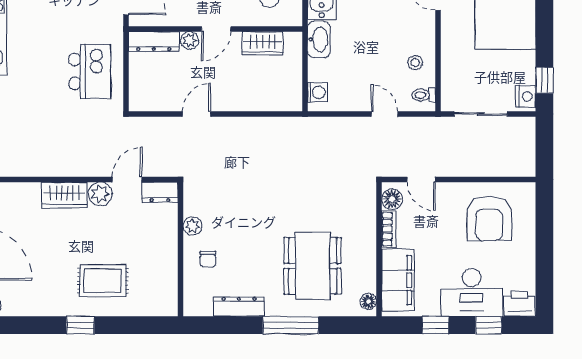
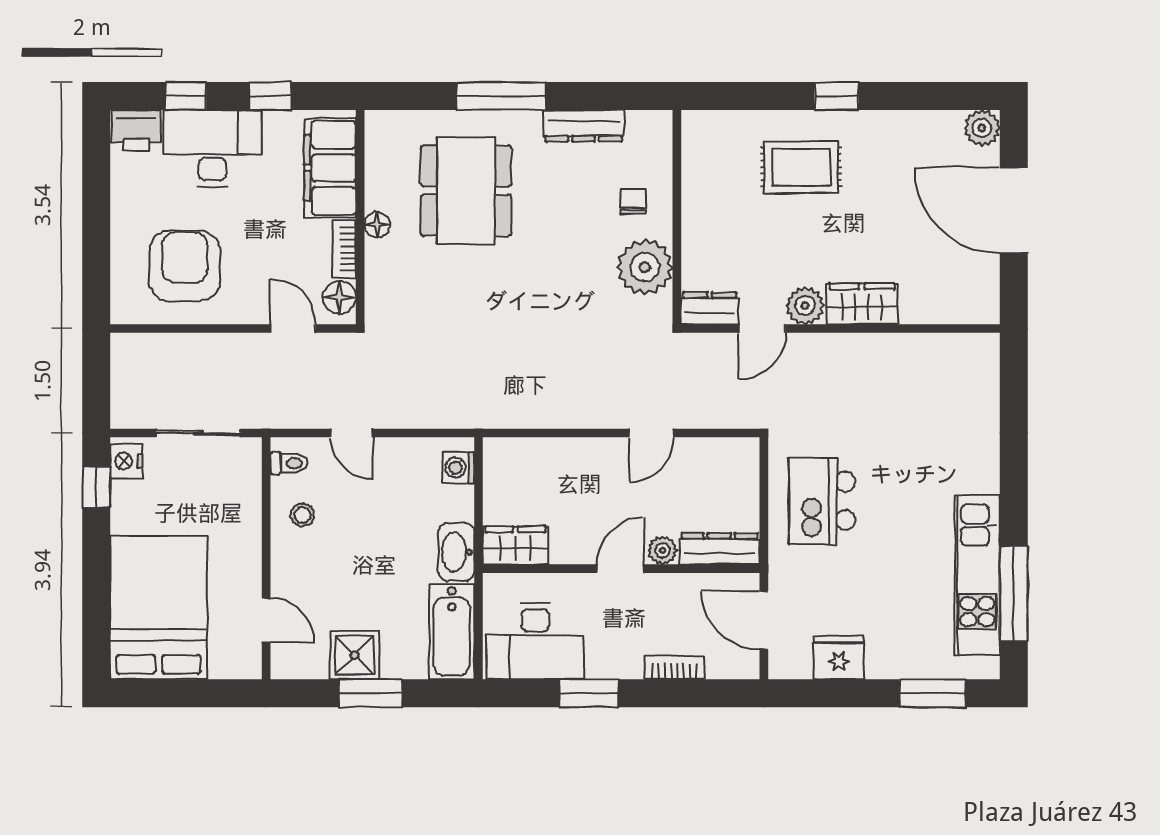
wardrobe: (263, 44) -> (515, 545), moved
plant: (192, 226) -> (645, 267), width x1.88, depth x1.88
floor lamp: (368, 302) -> (377, 225), moved

